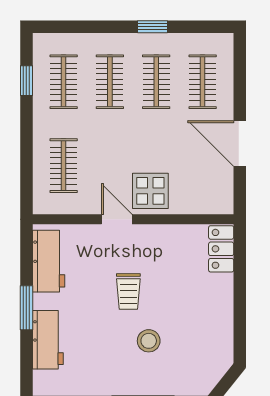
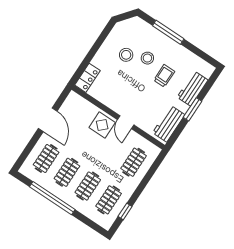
window: (152, 27) -> (52, 198), width x3.17
trolley: (128, 291) -> (164, 76), moved
stool: (185, 324) -> (126, 55), added

